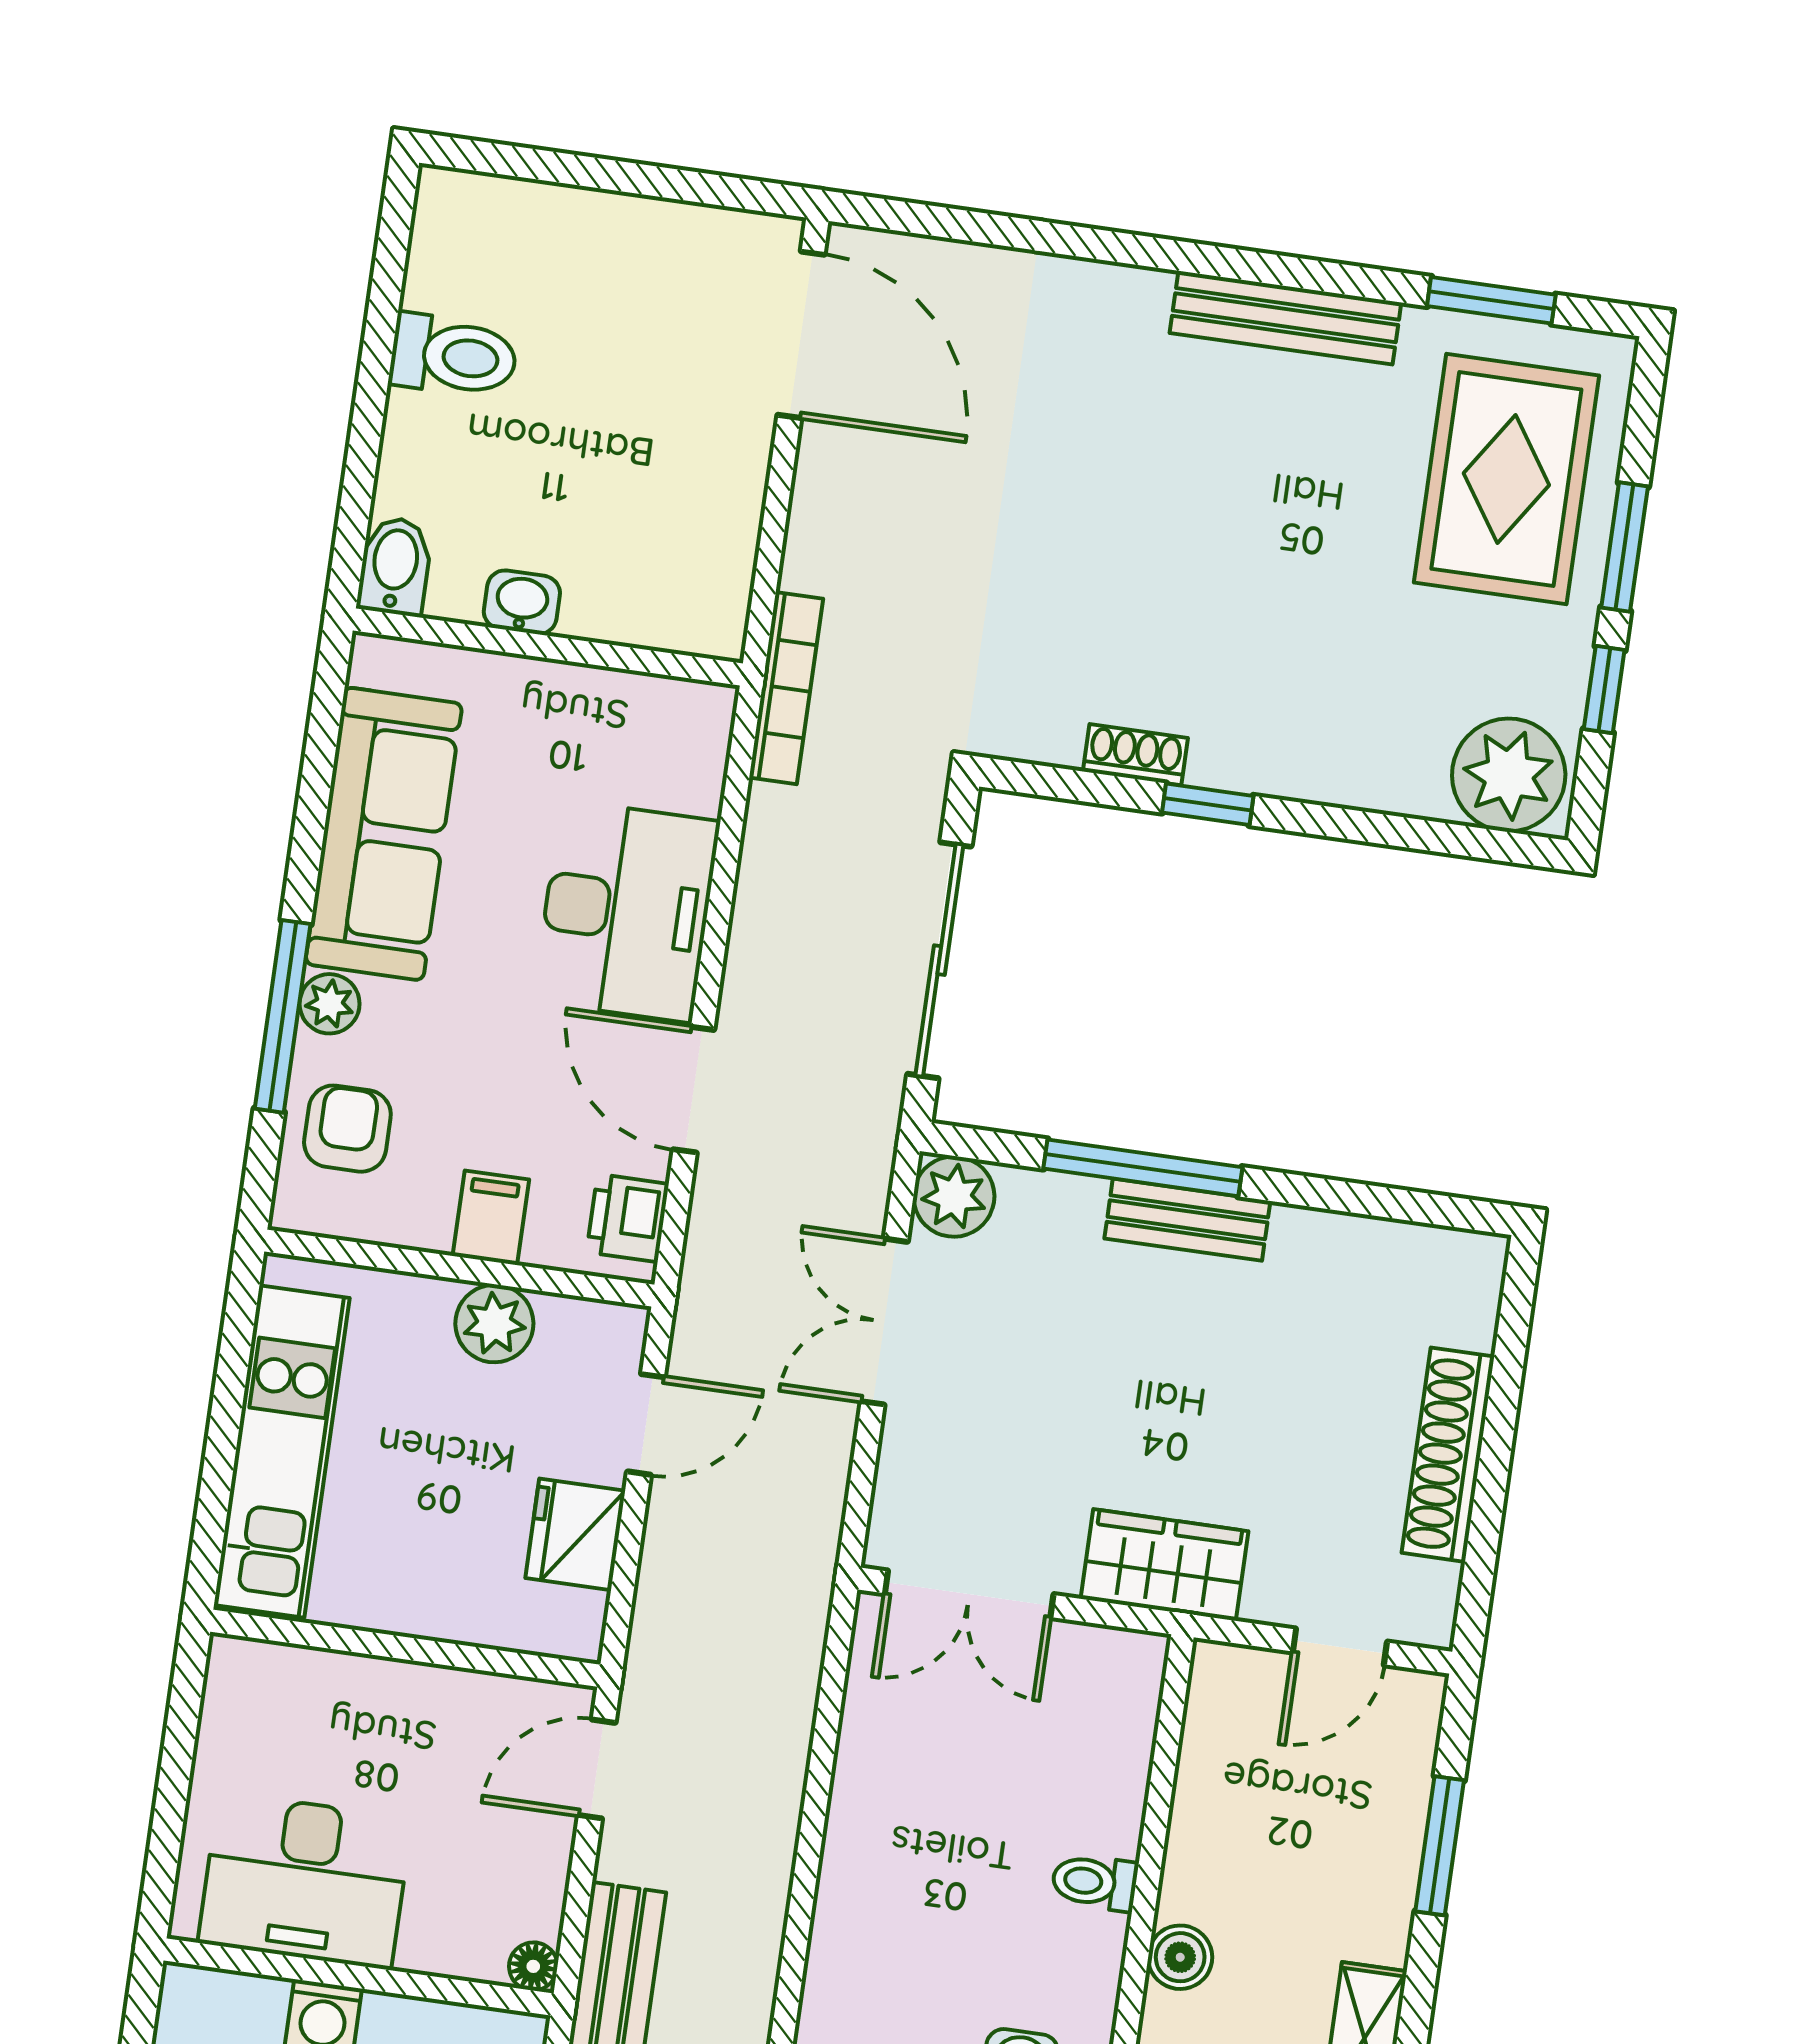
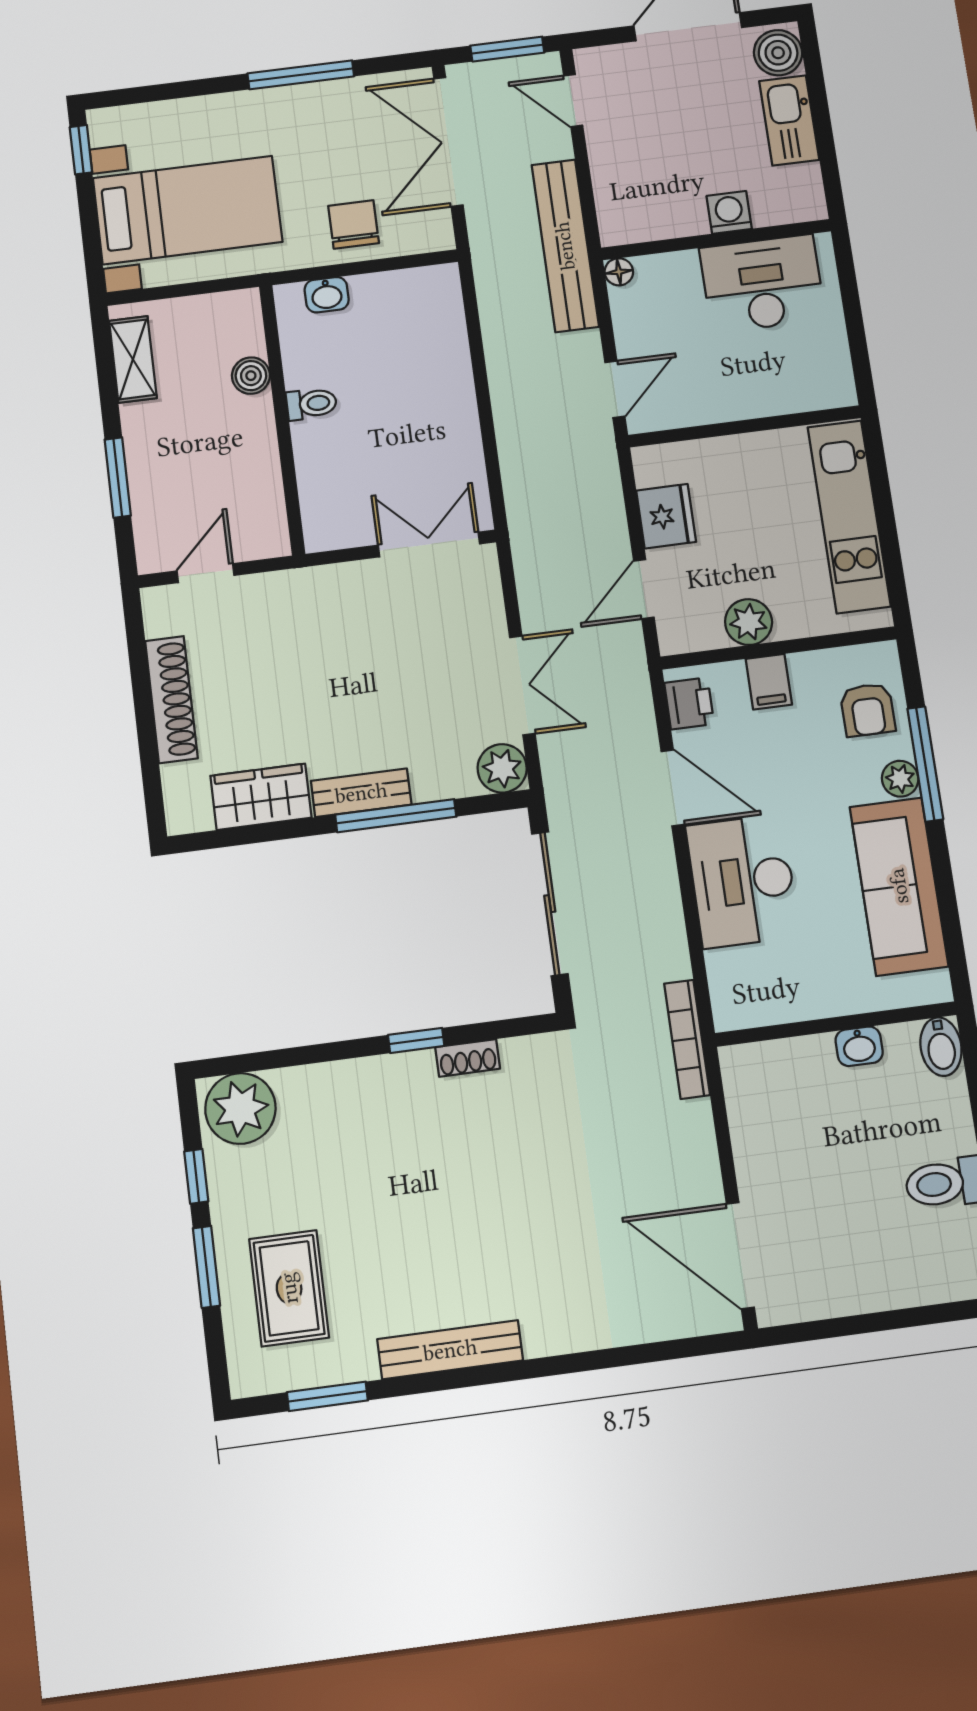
rug: (1506, 479) -> (289, 1288), width x0.73, depth x0.70
wardrobe: (1164, 1565) -> (261, 797), moved, turned 180

